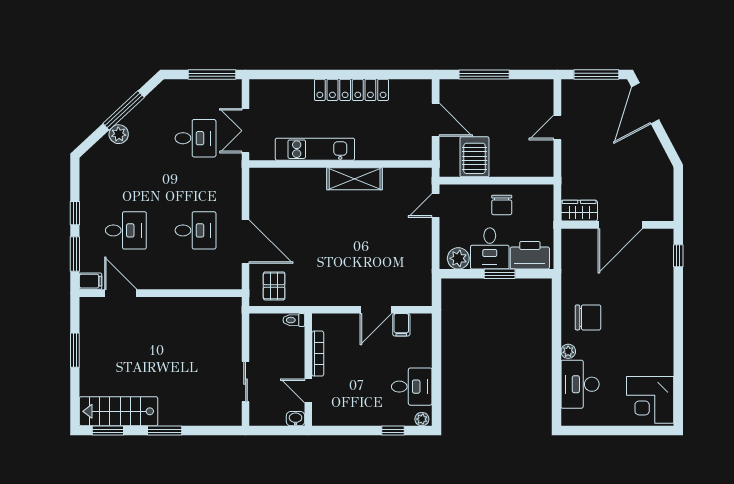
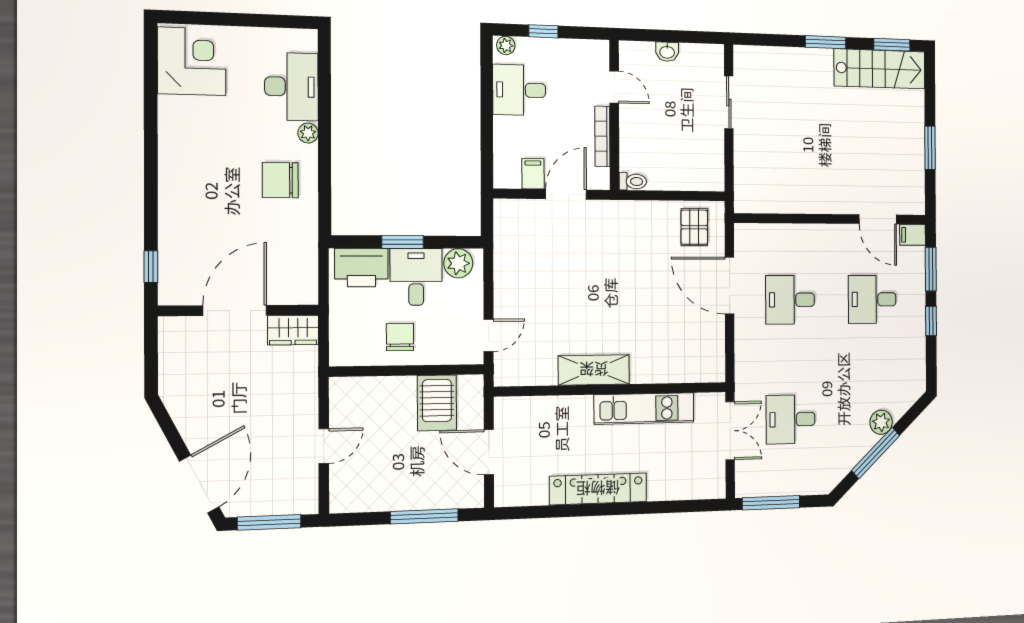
toilet: (294, 320) -> (633, 181), moved
bookcase: (318, 354) -> (602, 136), moved
wall: (308, 370) -> (614, 115), moved
door: (308, 391) -> (614, 87), moved

